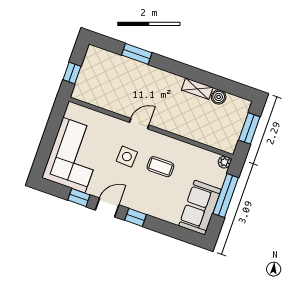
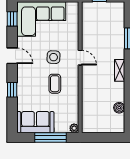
shelving: (197, 89) -> (120, 70), moved
window: (249, 128) -> (104, 138), removed
window: (79, 198) -> (12, 19), moved
window: (136, 217) -> (12, 90), moved

